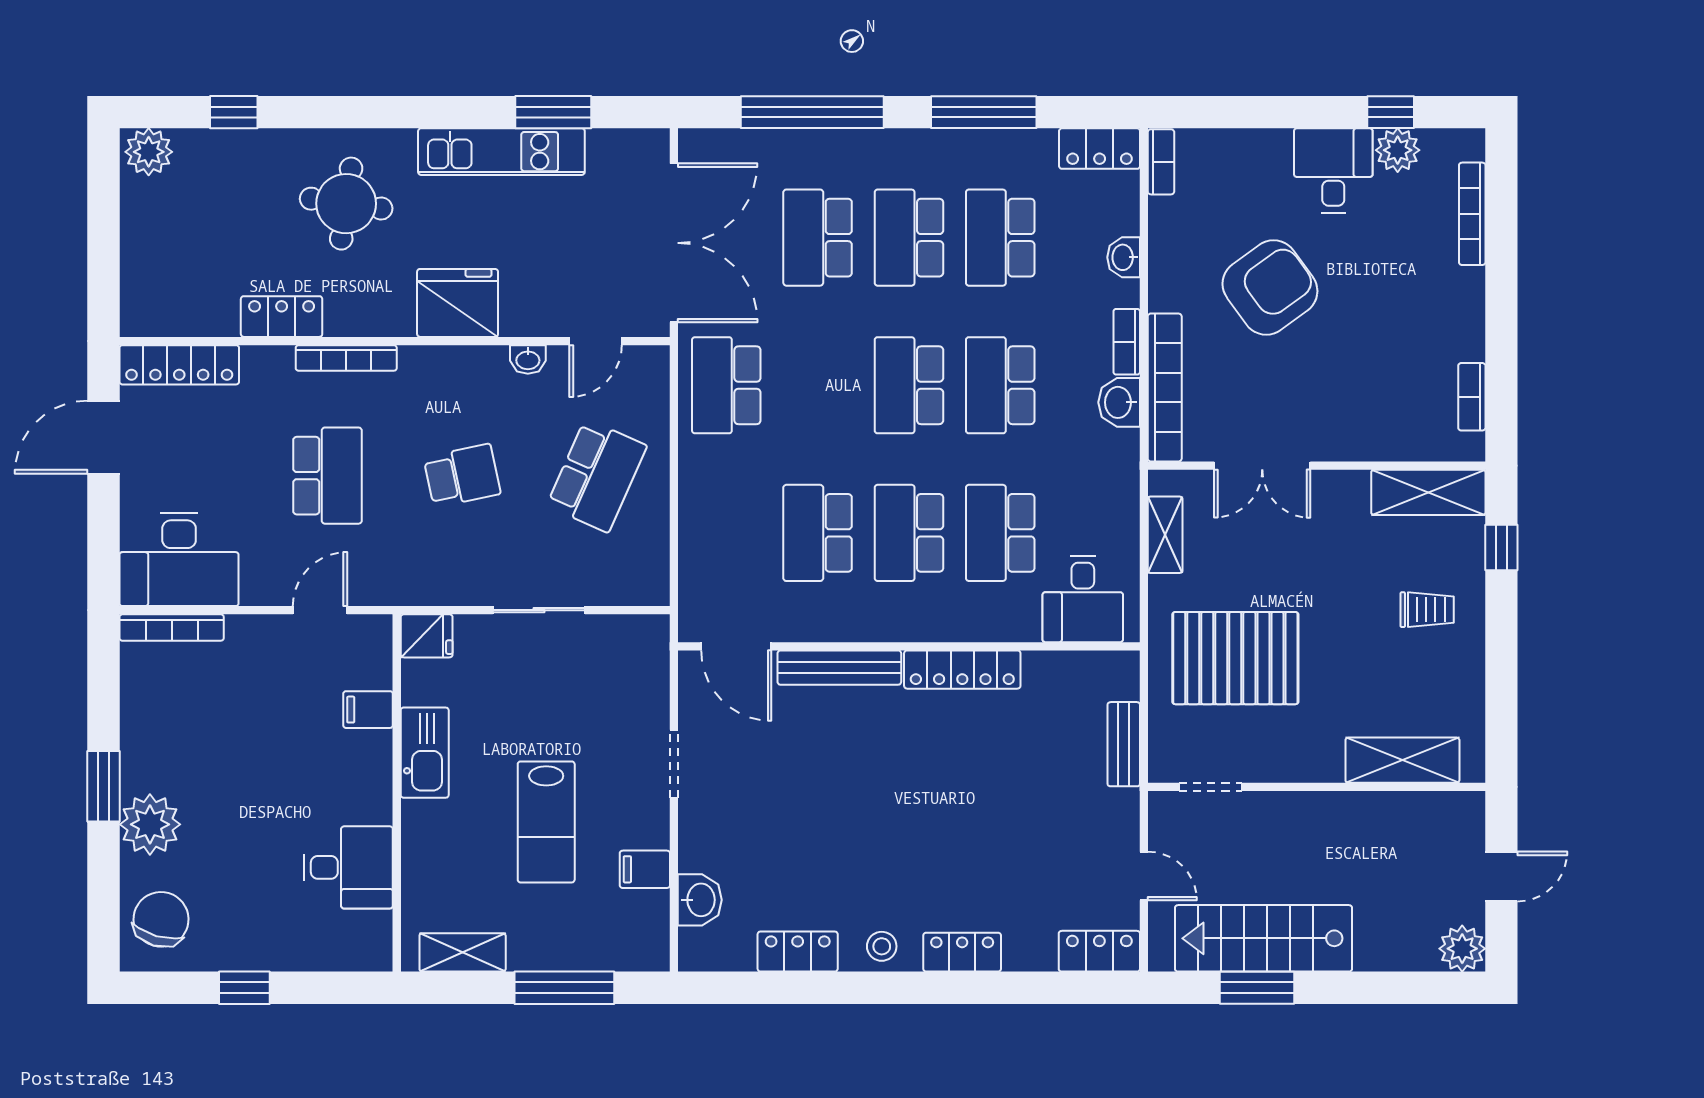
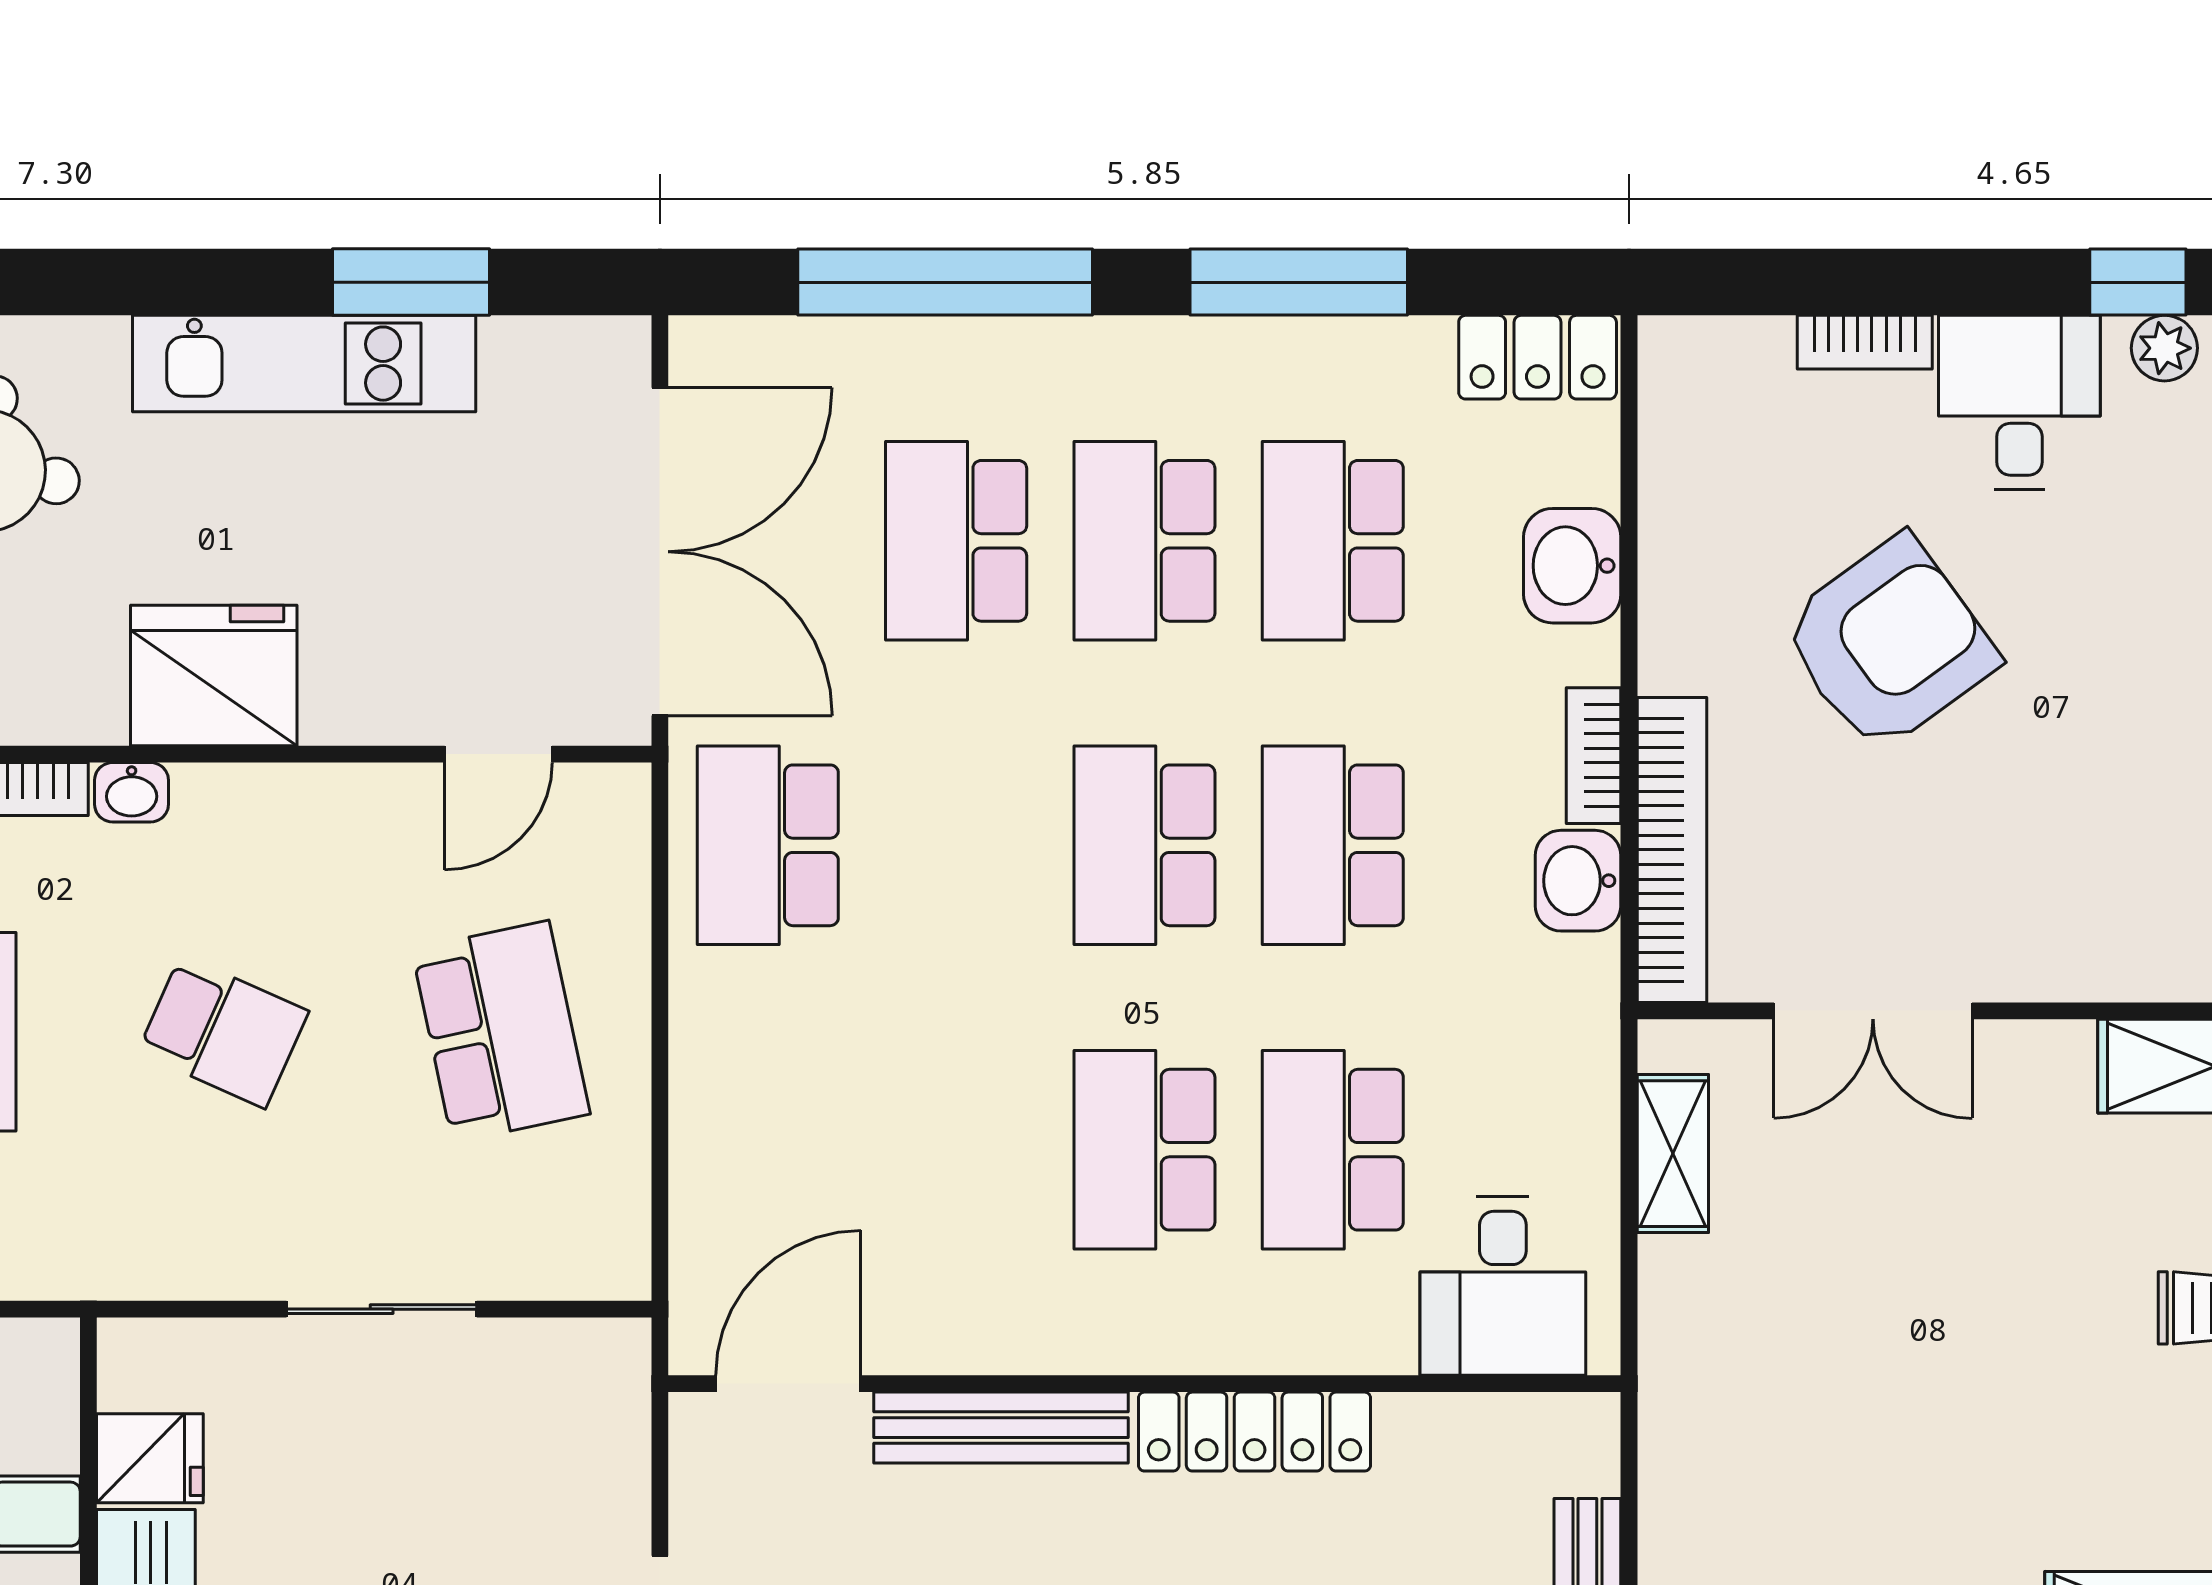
plant: (1398, 150) -> (2164, 348), width x0.73, depth x0.73
bookcase: (1161, 162) -> (1865, 342), moved, turned 90
washbasin: (1124, 257) -> (1572, 566), width x1.38, depth x1.45
washbasin: (528, 360) -> (132, 792), moved
school desk: (462, 476) -> (223, 1032), turned 36
school desk: (597, 476) -> (501, 1032), turned -36
school desk: (818, 533) -> (956, 1150), removed
fridge: (427, 636) -> (150, 1458), moved
door: (736, 646) -> (788, 1384), swing flipped
pallet: (1235, 658) -> (1818, 1408), removed

